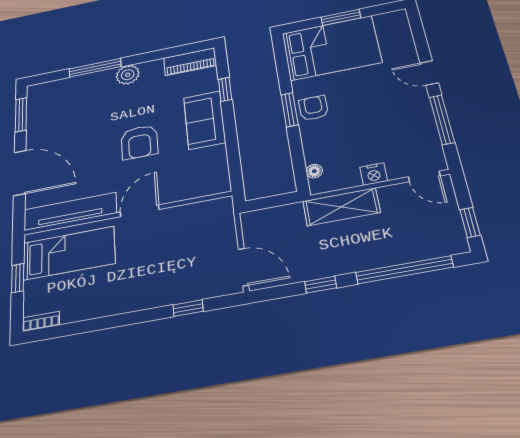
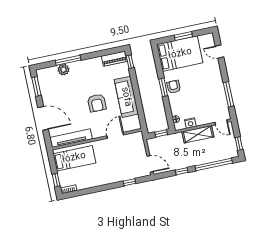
door: (429, 73) -> (220, 52), moved
plant: (128, 75) -> (63, 70), moved
window: (225, 89) -> (130, 62), moved
sofa: (205, 120) -> (126, 97), width x1.36
nightstand: (374, 174) -> (190, 123), moved
window: (277, 201) -> (161, 133), added
shelving: (341, 207) -> (198, 134), moved
door: (140, 211) -> (115, 135), moved
window: (18, 278) -> (56, 180), moved

